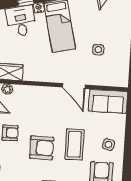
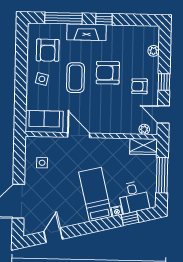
side table: (98, 50) -> (42, 163), moved

